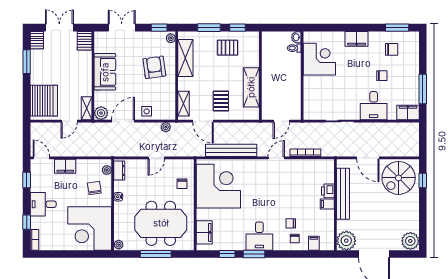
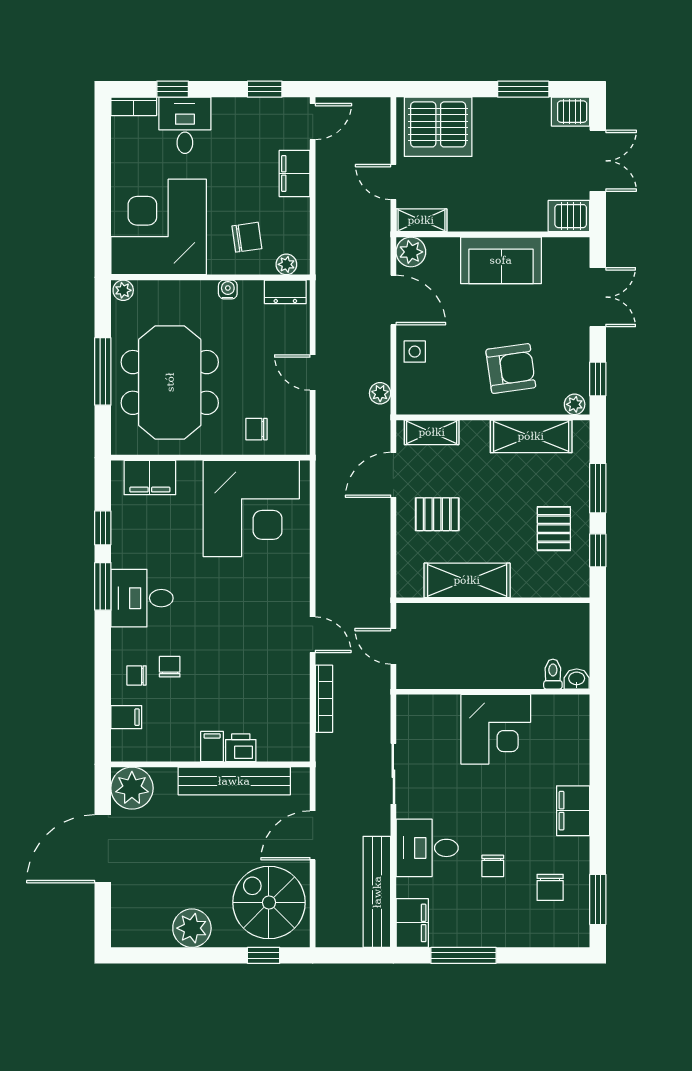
corner desk: (319, 59) -> (496, 729), moved
bench: (231, 150) -> (377, 892), moved
desk: (43, 204) -> (185, 125), moved
plant: (410, 241) -> (192, 928), moved

